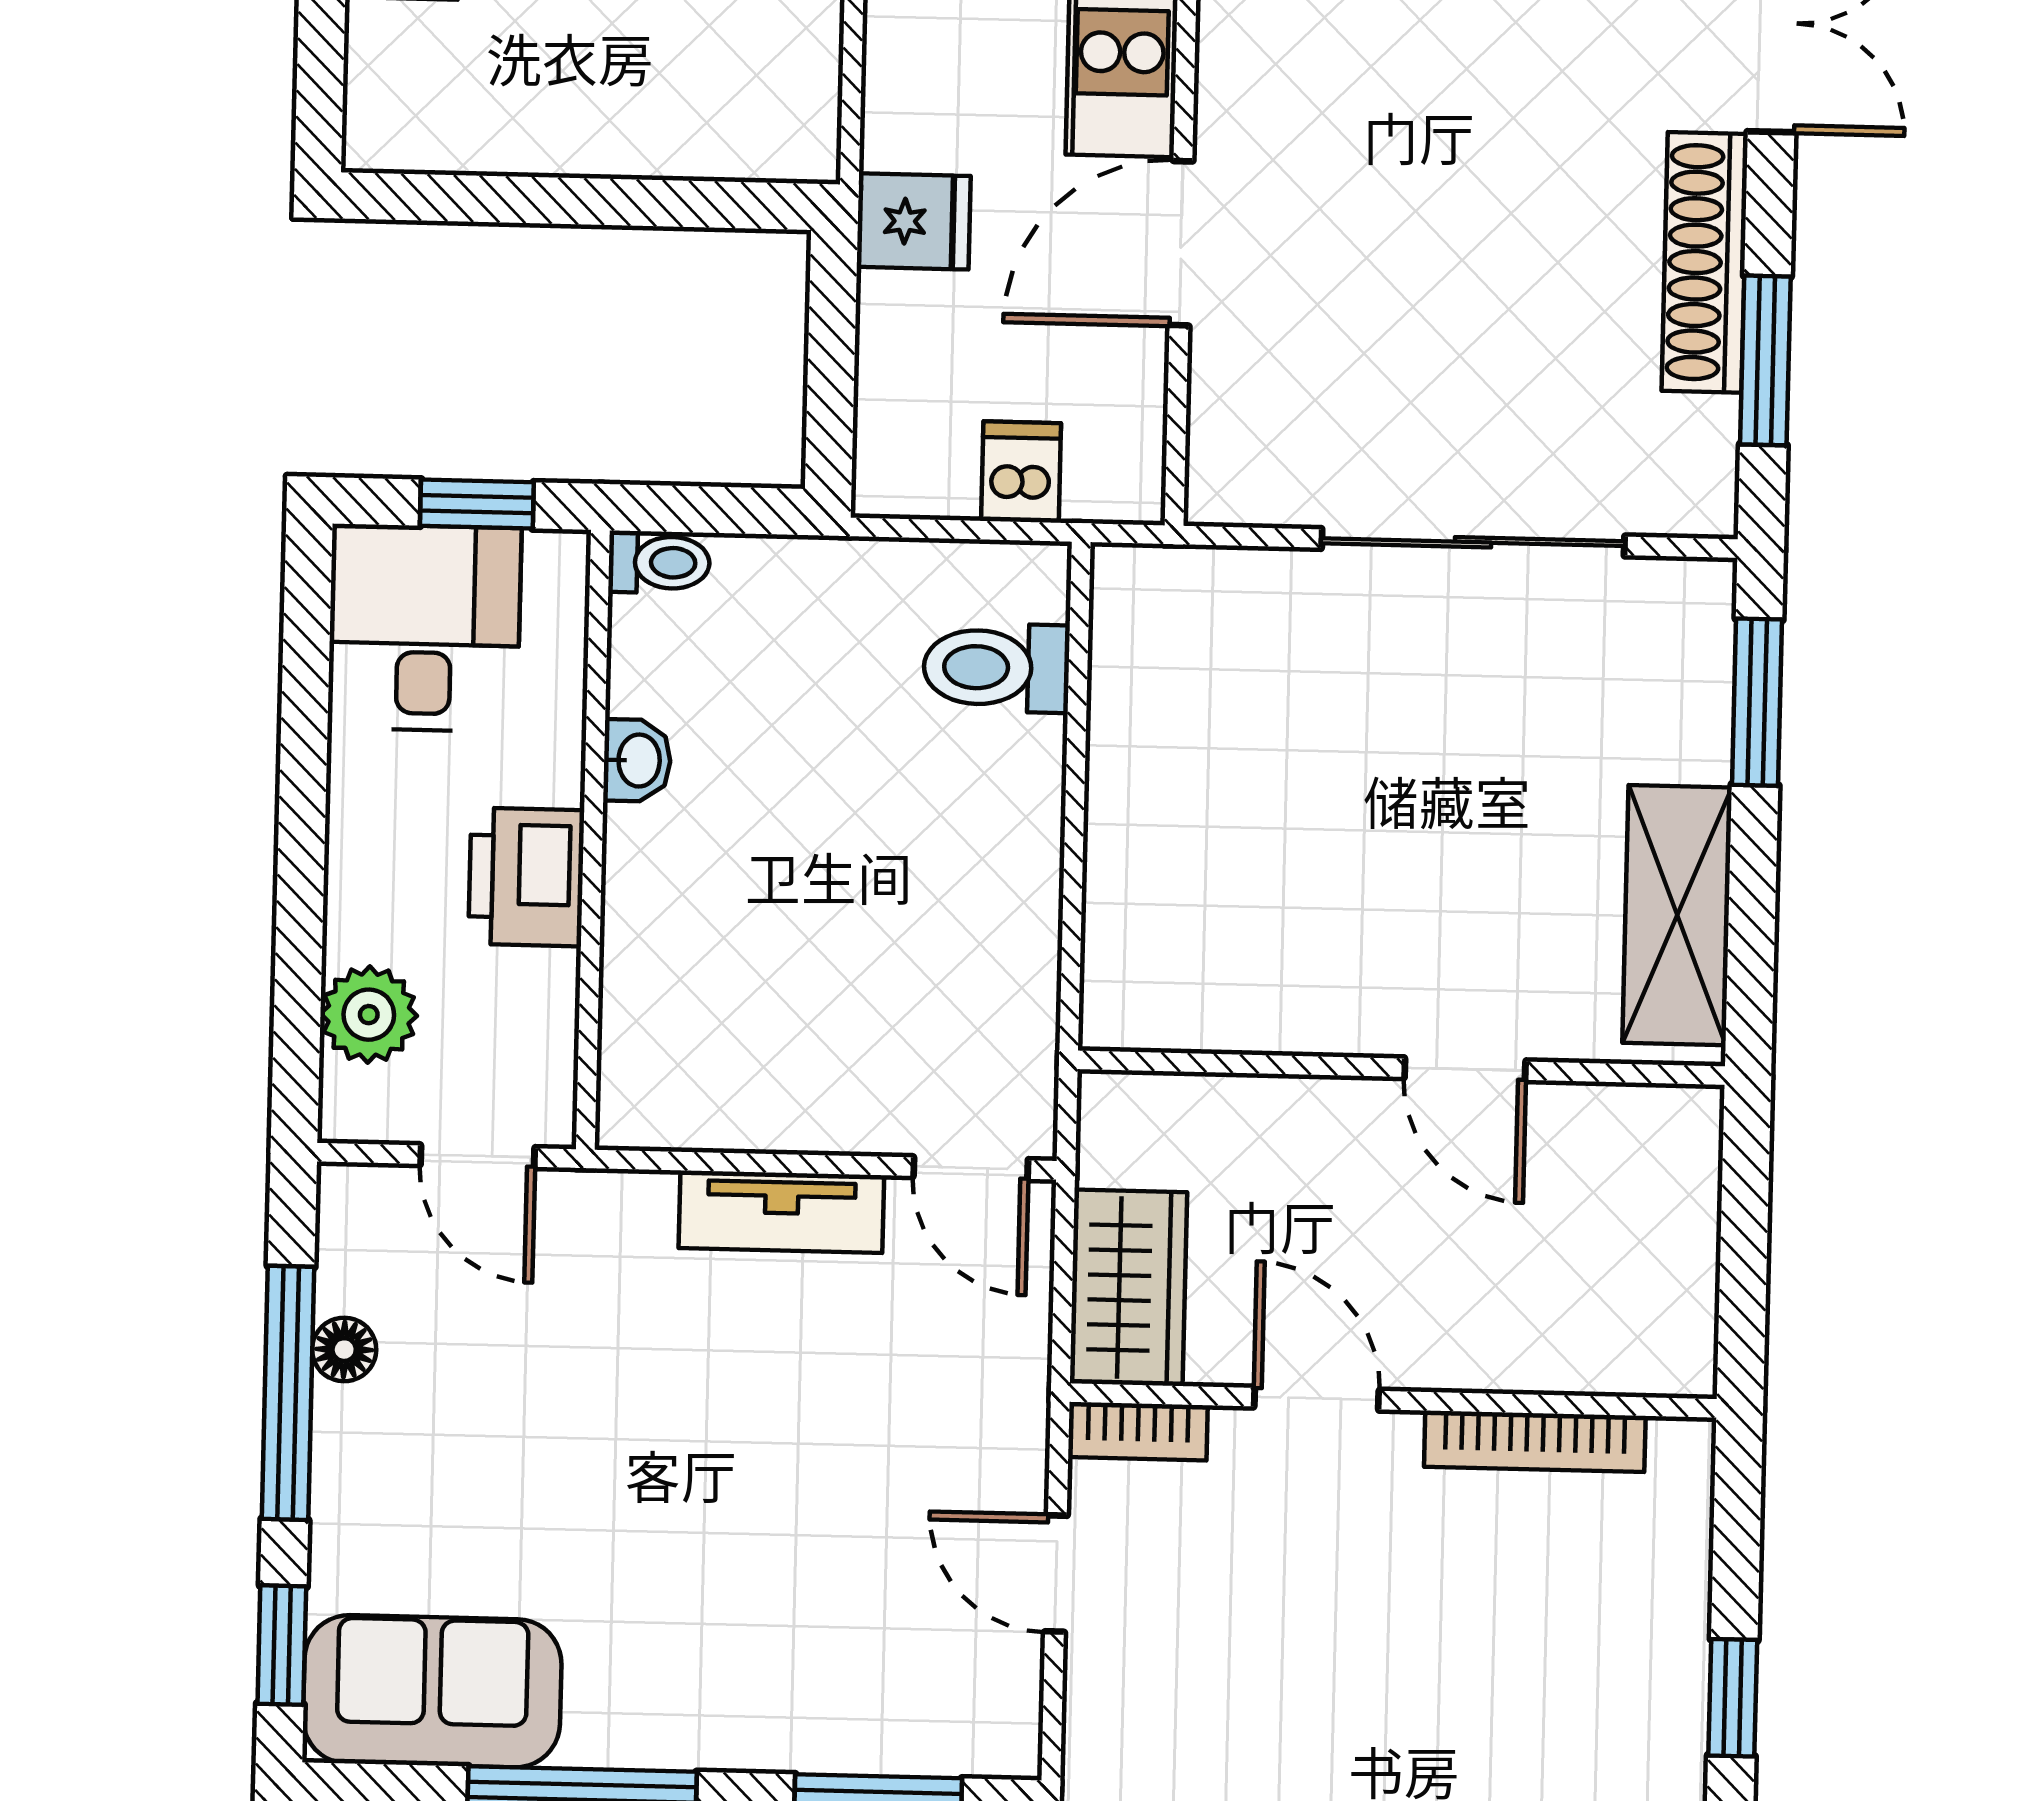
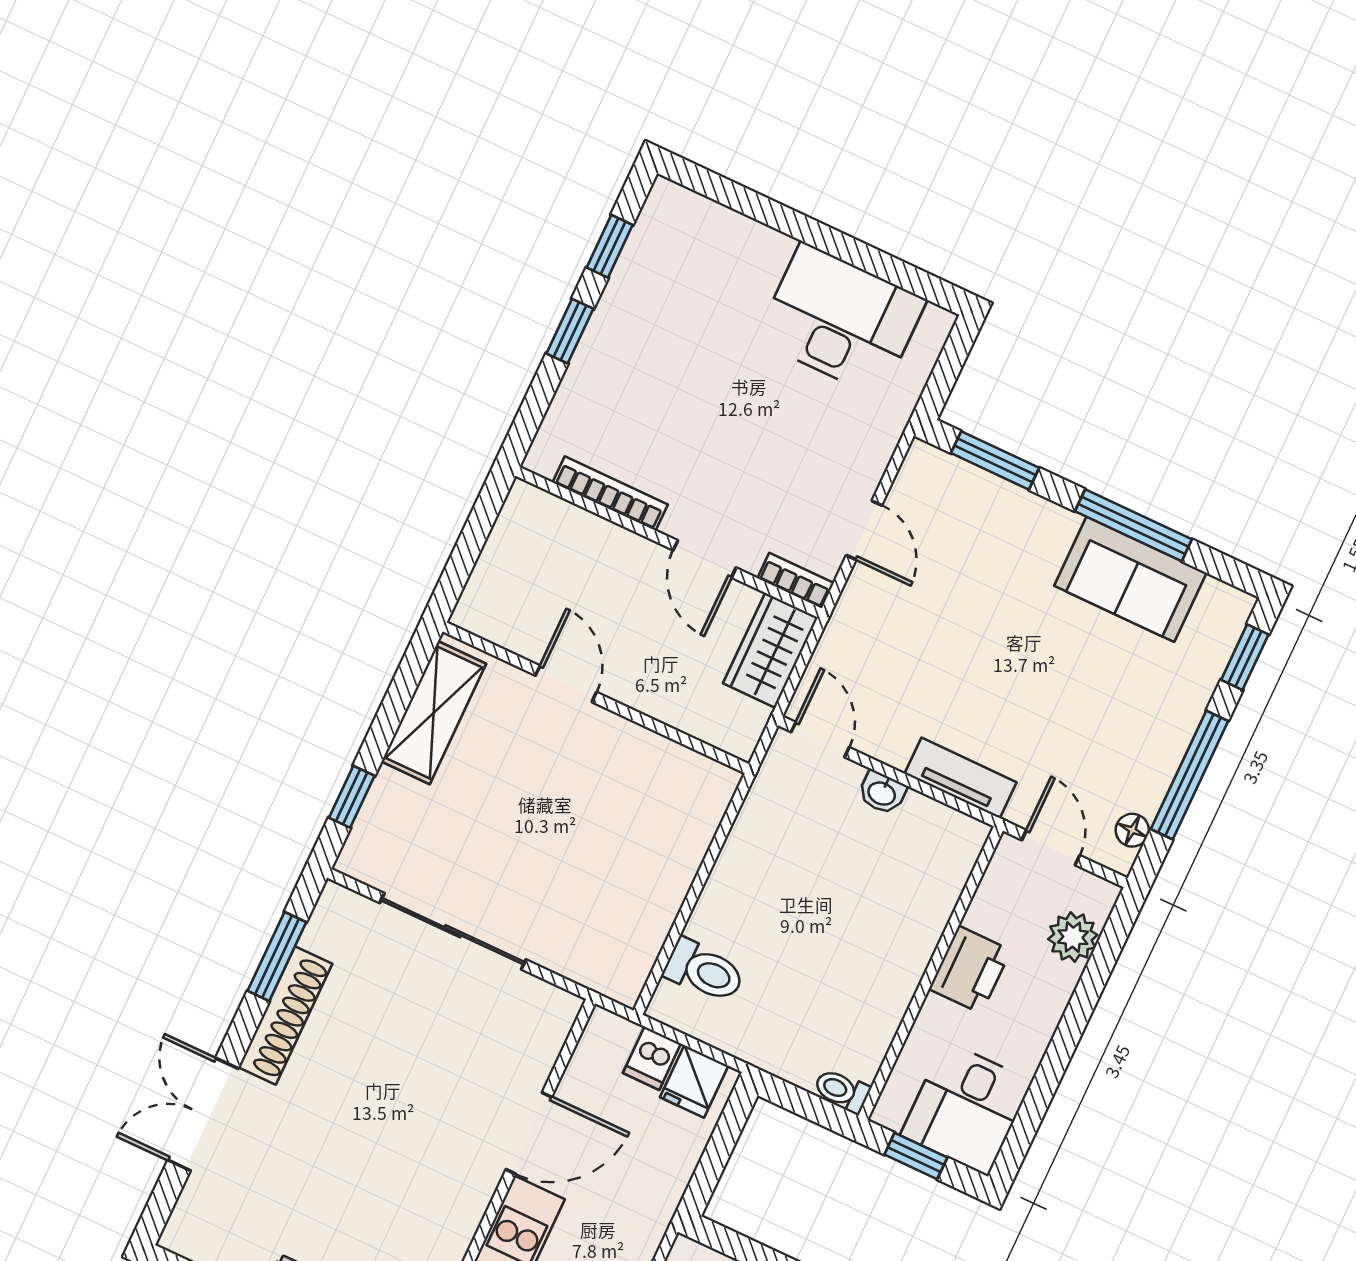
fridge: (914, 221) -> (694, 1081), moved, turned -90
window: (1757, 702) -> (352, 797), width x0.67
washbasin: (637, 760) -> (882, 793), moved, turned -90
tv unit: (781, 1212) -> (961, 778), moved
floor lamp: (344, 1350) -> (1132, 830), moved
sofa: (432, 1691) -> (1130, 579), moved

